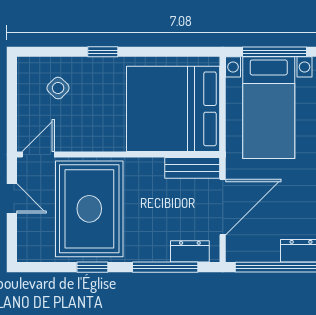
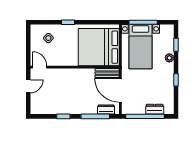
door: (38, 155) -> (40, 67), hinge flipped
door: (12, 198) -> (28, 86), hinge flipped
door: (223, 207) -> (120, 90), swing flipped
rug: (89, 209) -> (62, 91), removed

